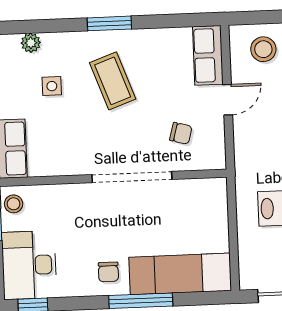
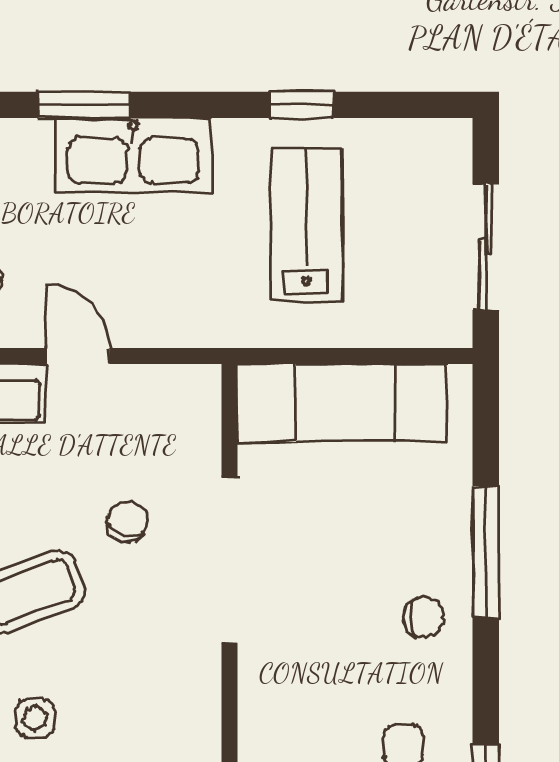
chair: (181, 133) -> (127, 522), moved
exam couch: (180, 274) -> (342, 403), moved, turned -90

